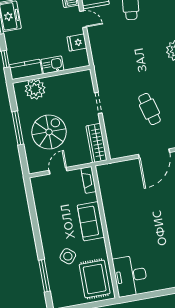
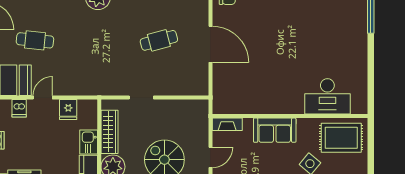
wardrobe: (96, 143) -> (110, 132), moved, turned -90
door: (58, 171) -> (210, 157), swing flipped
desk: (130, 276) -> (327, 96), moved

